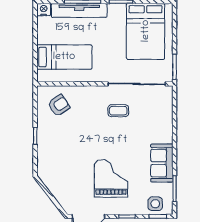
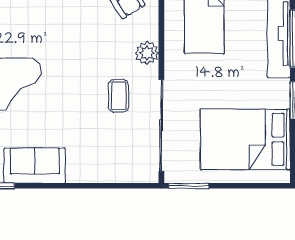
plant: (91, 93) -> (147, 53), added

